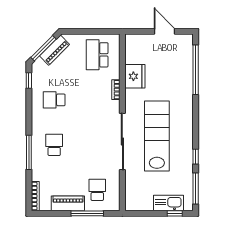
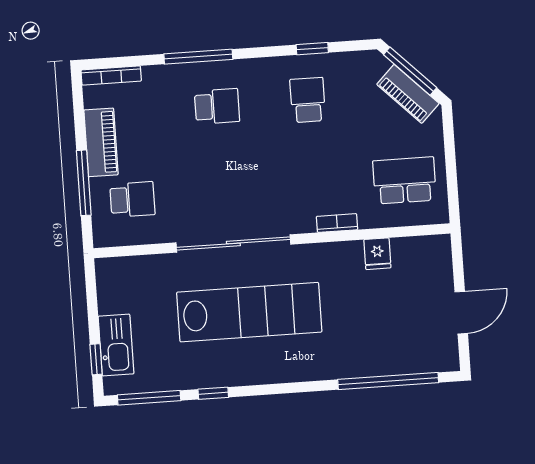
fridge: (135, 76) -> (377, 254), width x0.53, depth x0.75
window: (29, 81) -> (312, 49), moved

